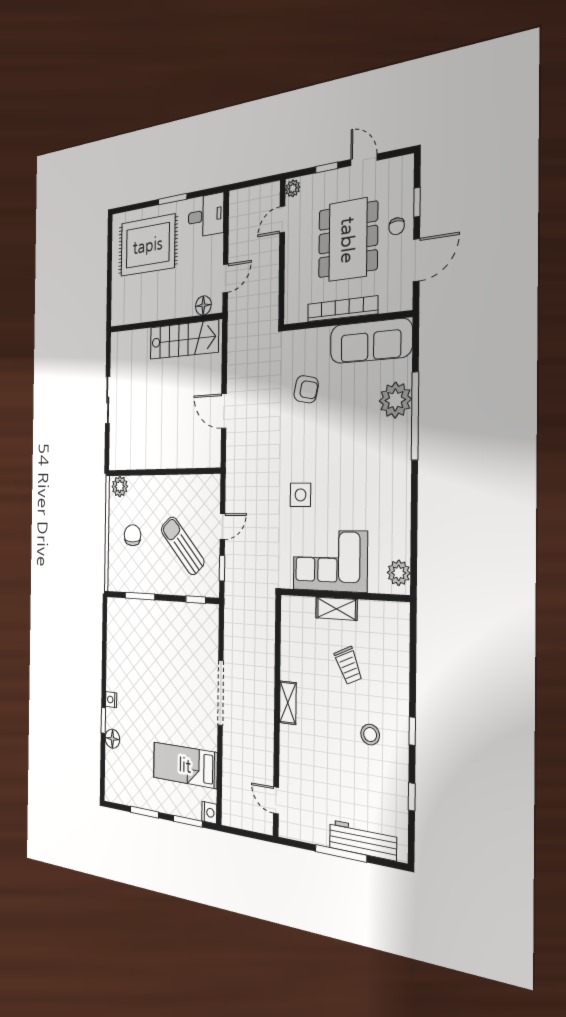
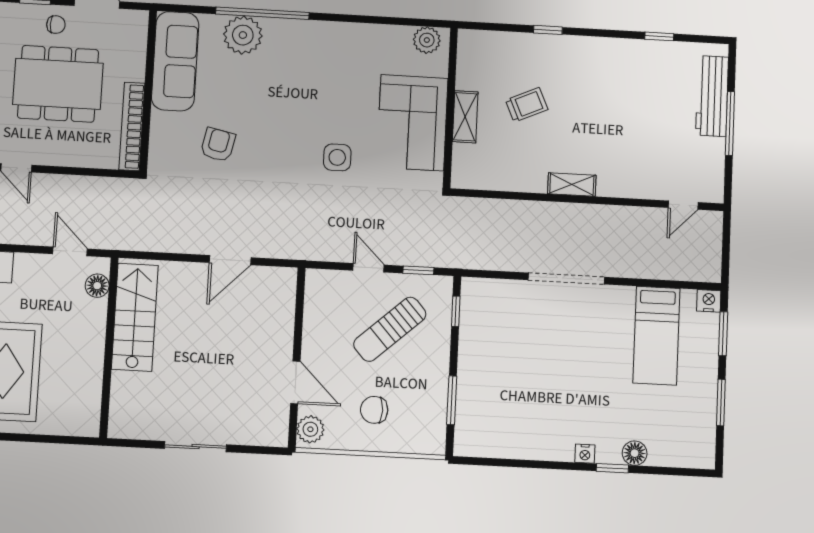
bookcase: (342, 309) -> (132, 126), moved
door: (147, 472) -> (295, 382), added
window: (412, 731) -> (548, 30), moved
stool: (370, 735) -> (599, 82), removed

